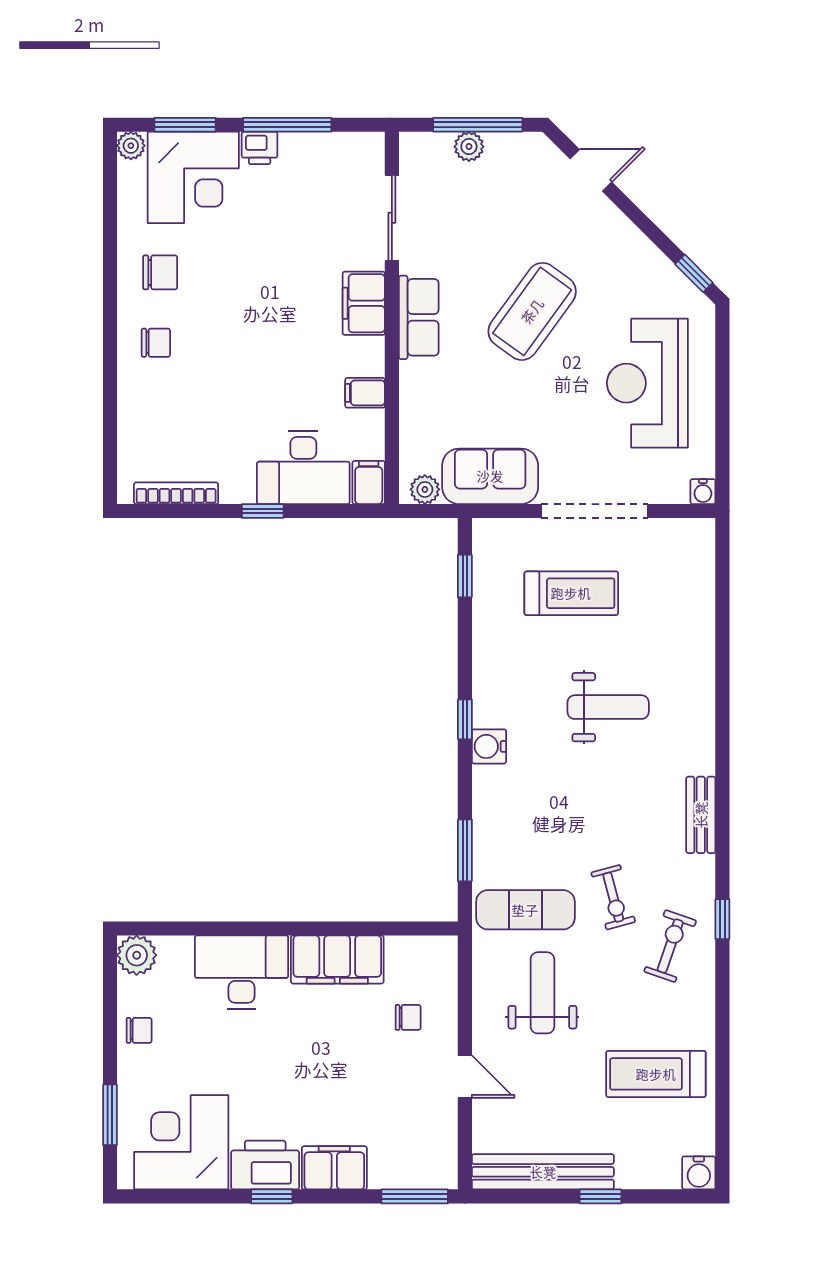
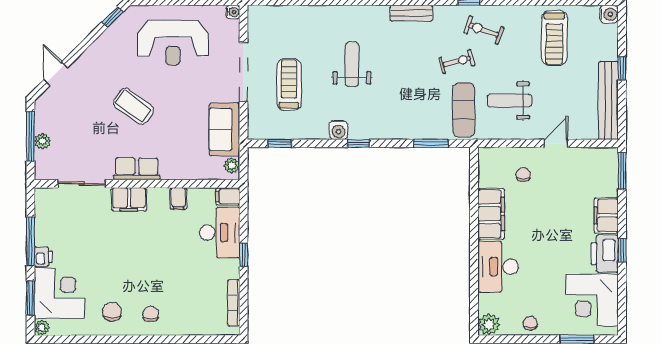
coffee table: (532, 311) -> (133, 106), width x0.73, depth x0.76
water cooler: (489, 746) -> (338, 130), moved

